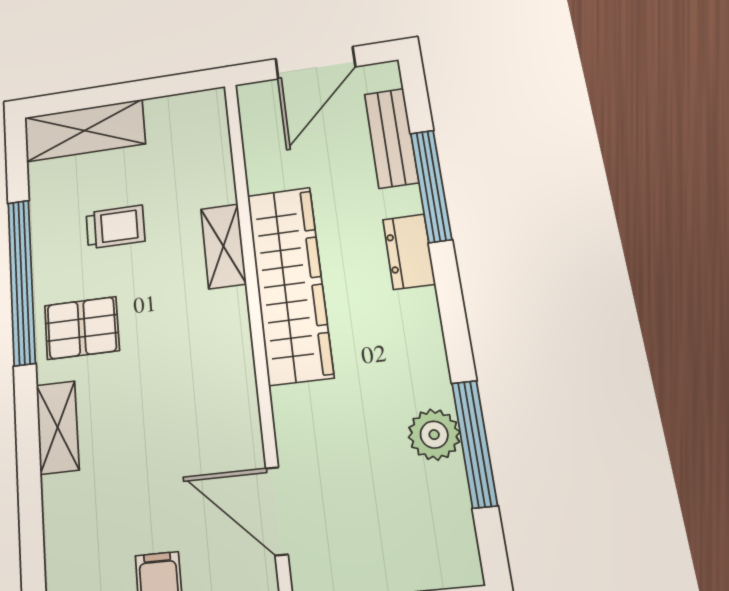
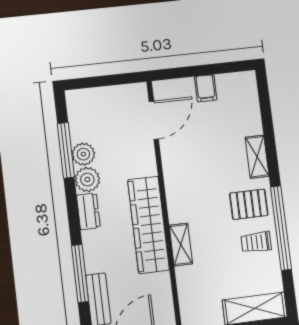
trolley: (115, 227) -> (256, 242), moved
dresser: (409, 252) -> (88, 211), moved
plant: (423, 378) -> (87, 179), added
door: (277, 511) -> (154, 120), hinge flipped

